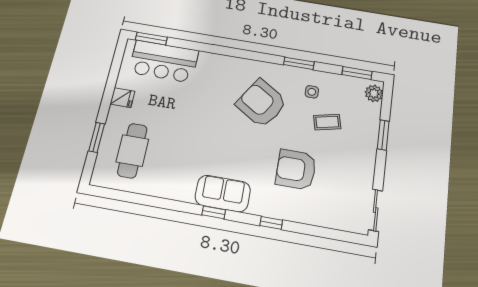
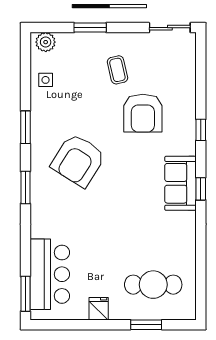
window: (357, 73) -> (25, 188), moved
side table: (312, 92) -> (46, 80), moved
coffee table: (327, 122) -> (117, 70), moved

